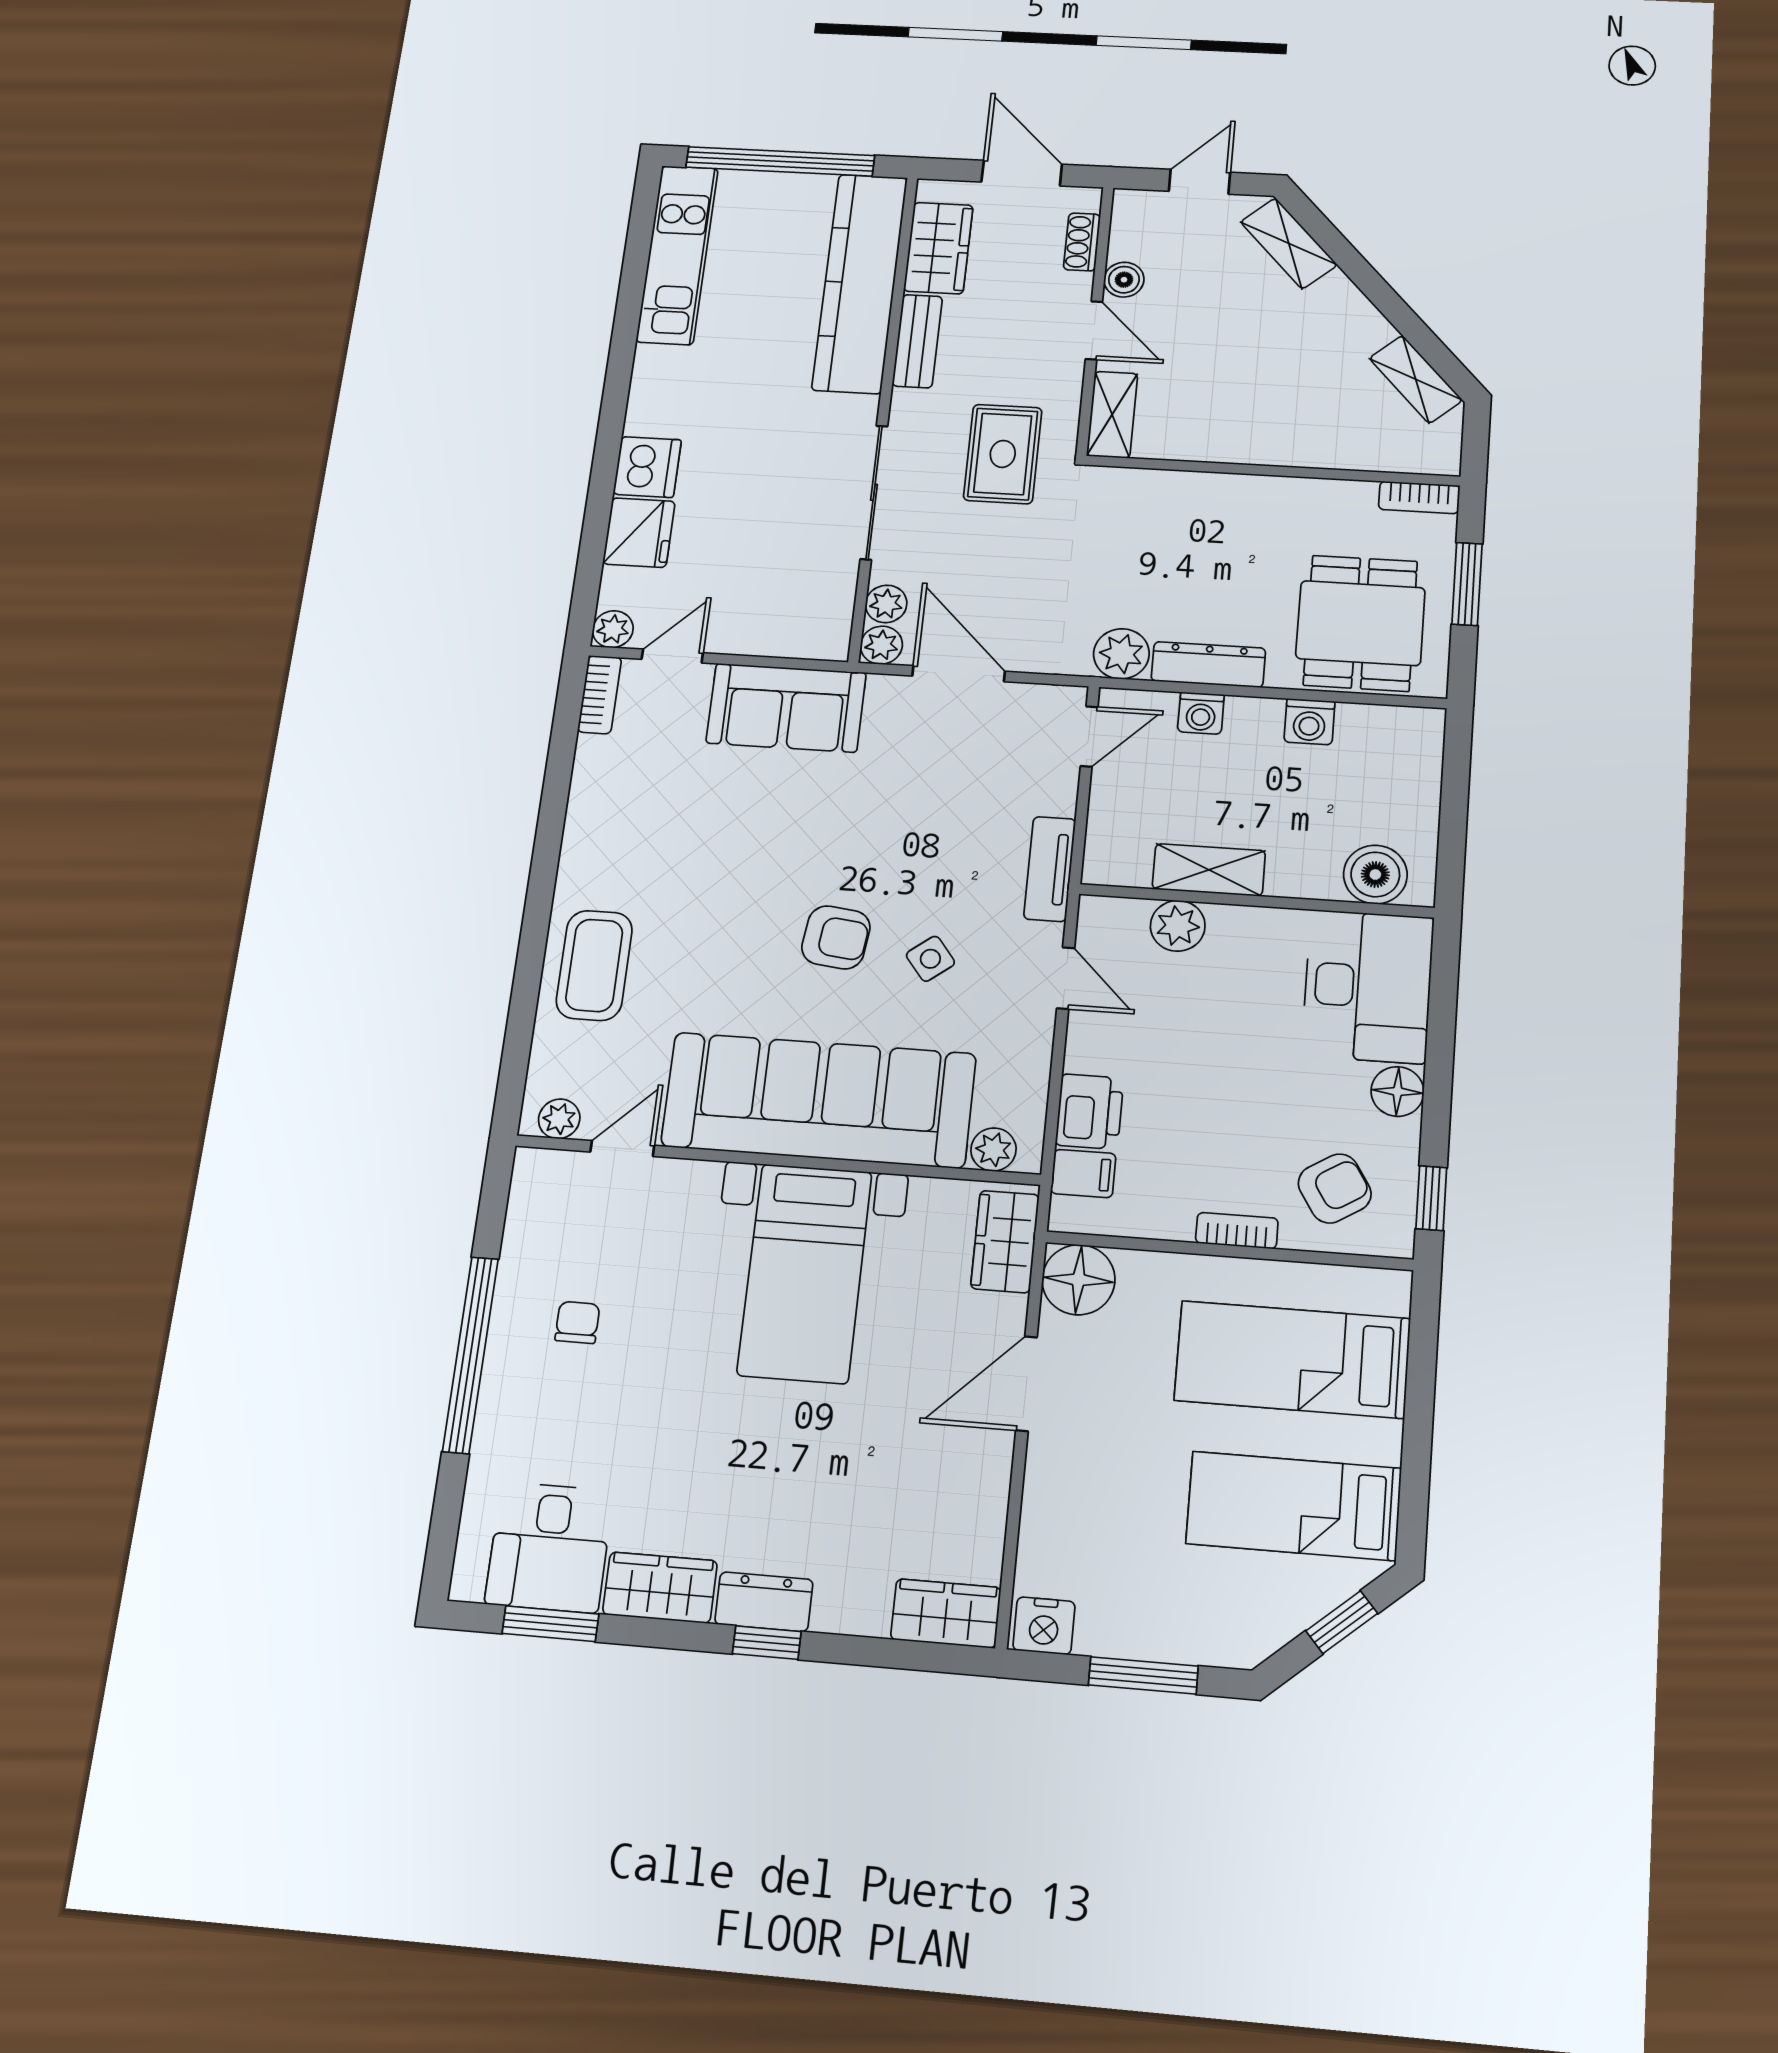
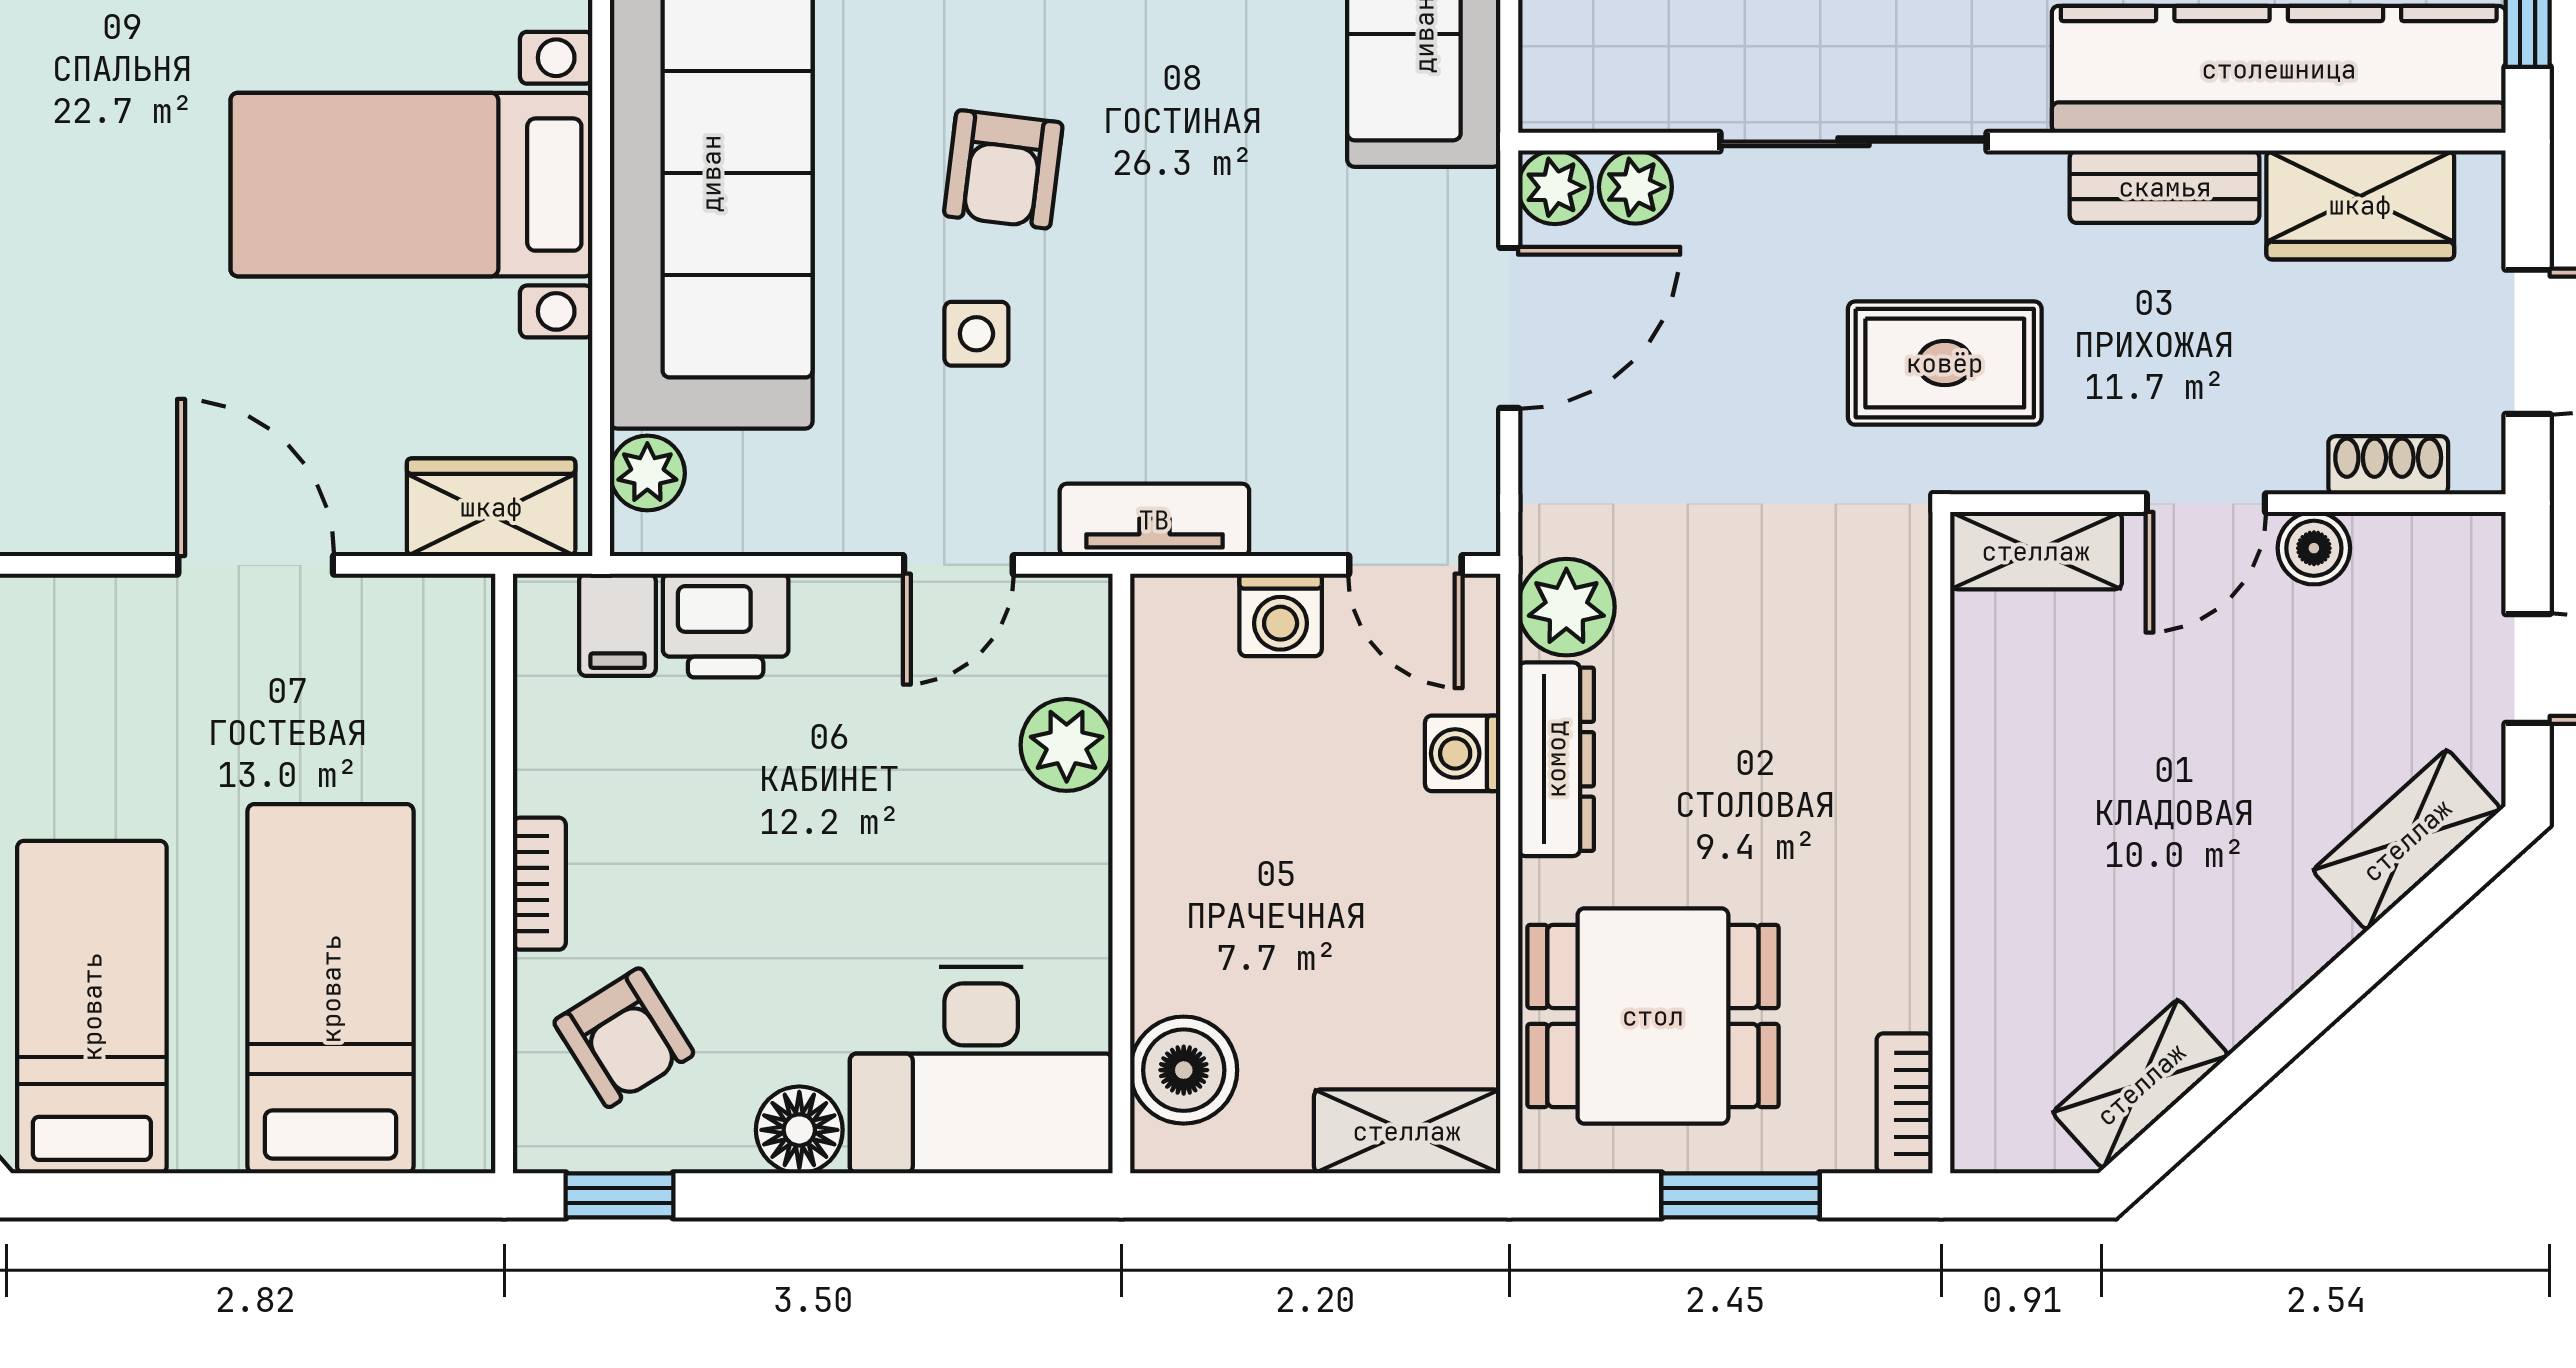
washing machine: (1309, 722) -> (1281, 615), moved, turned -90
shelving: (1209, 870) -> (1407, 1131), moved, turned 90
side table: (930, 959) -> (976, 334), turned 38
floor lamp: (1079, 1280) -> (436, 633), removed

